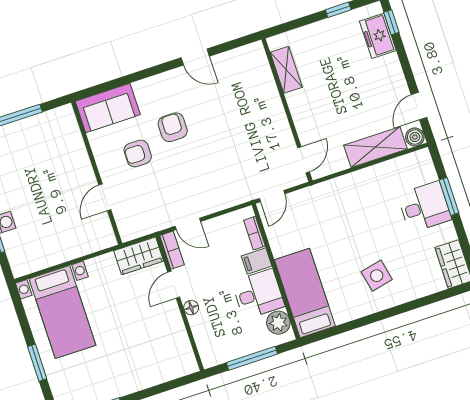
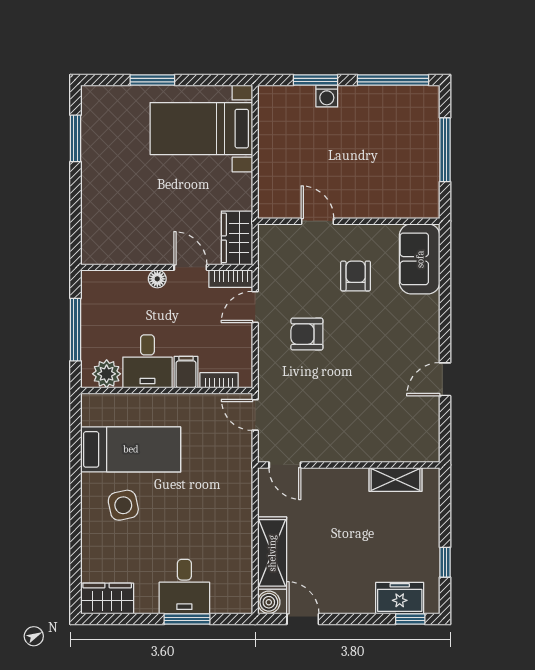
armchair: (173, 127) -> (307, 334), moved, turned 180
bed: (305, 293) -> (131, 449), moved

